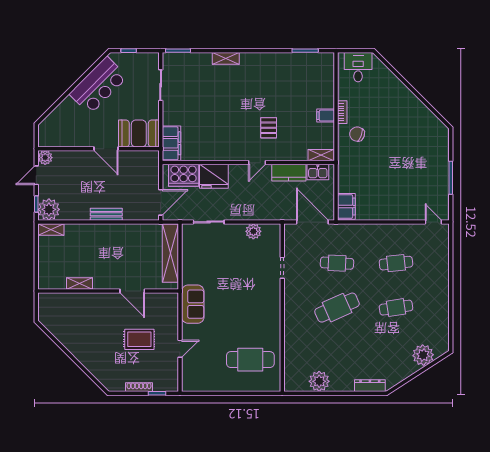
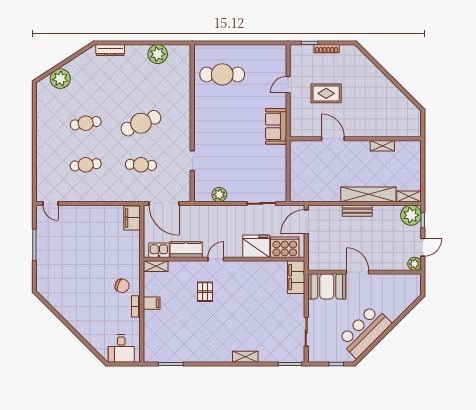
shelving: (170, 253) -> (368, 194), moved, turned 90

